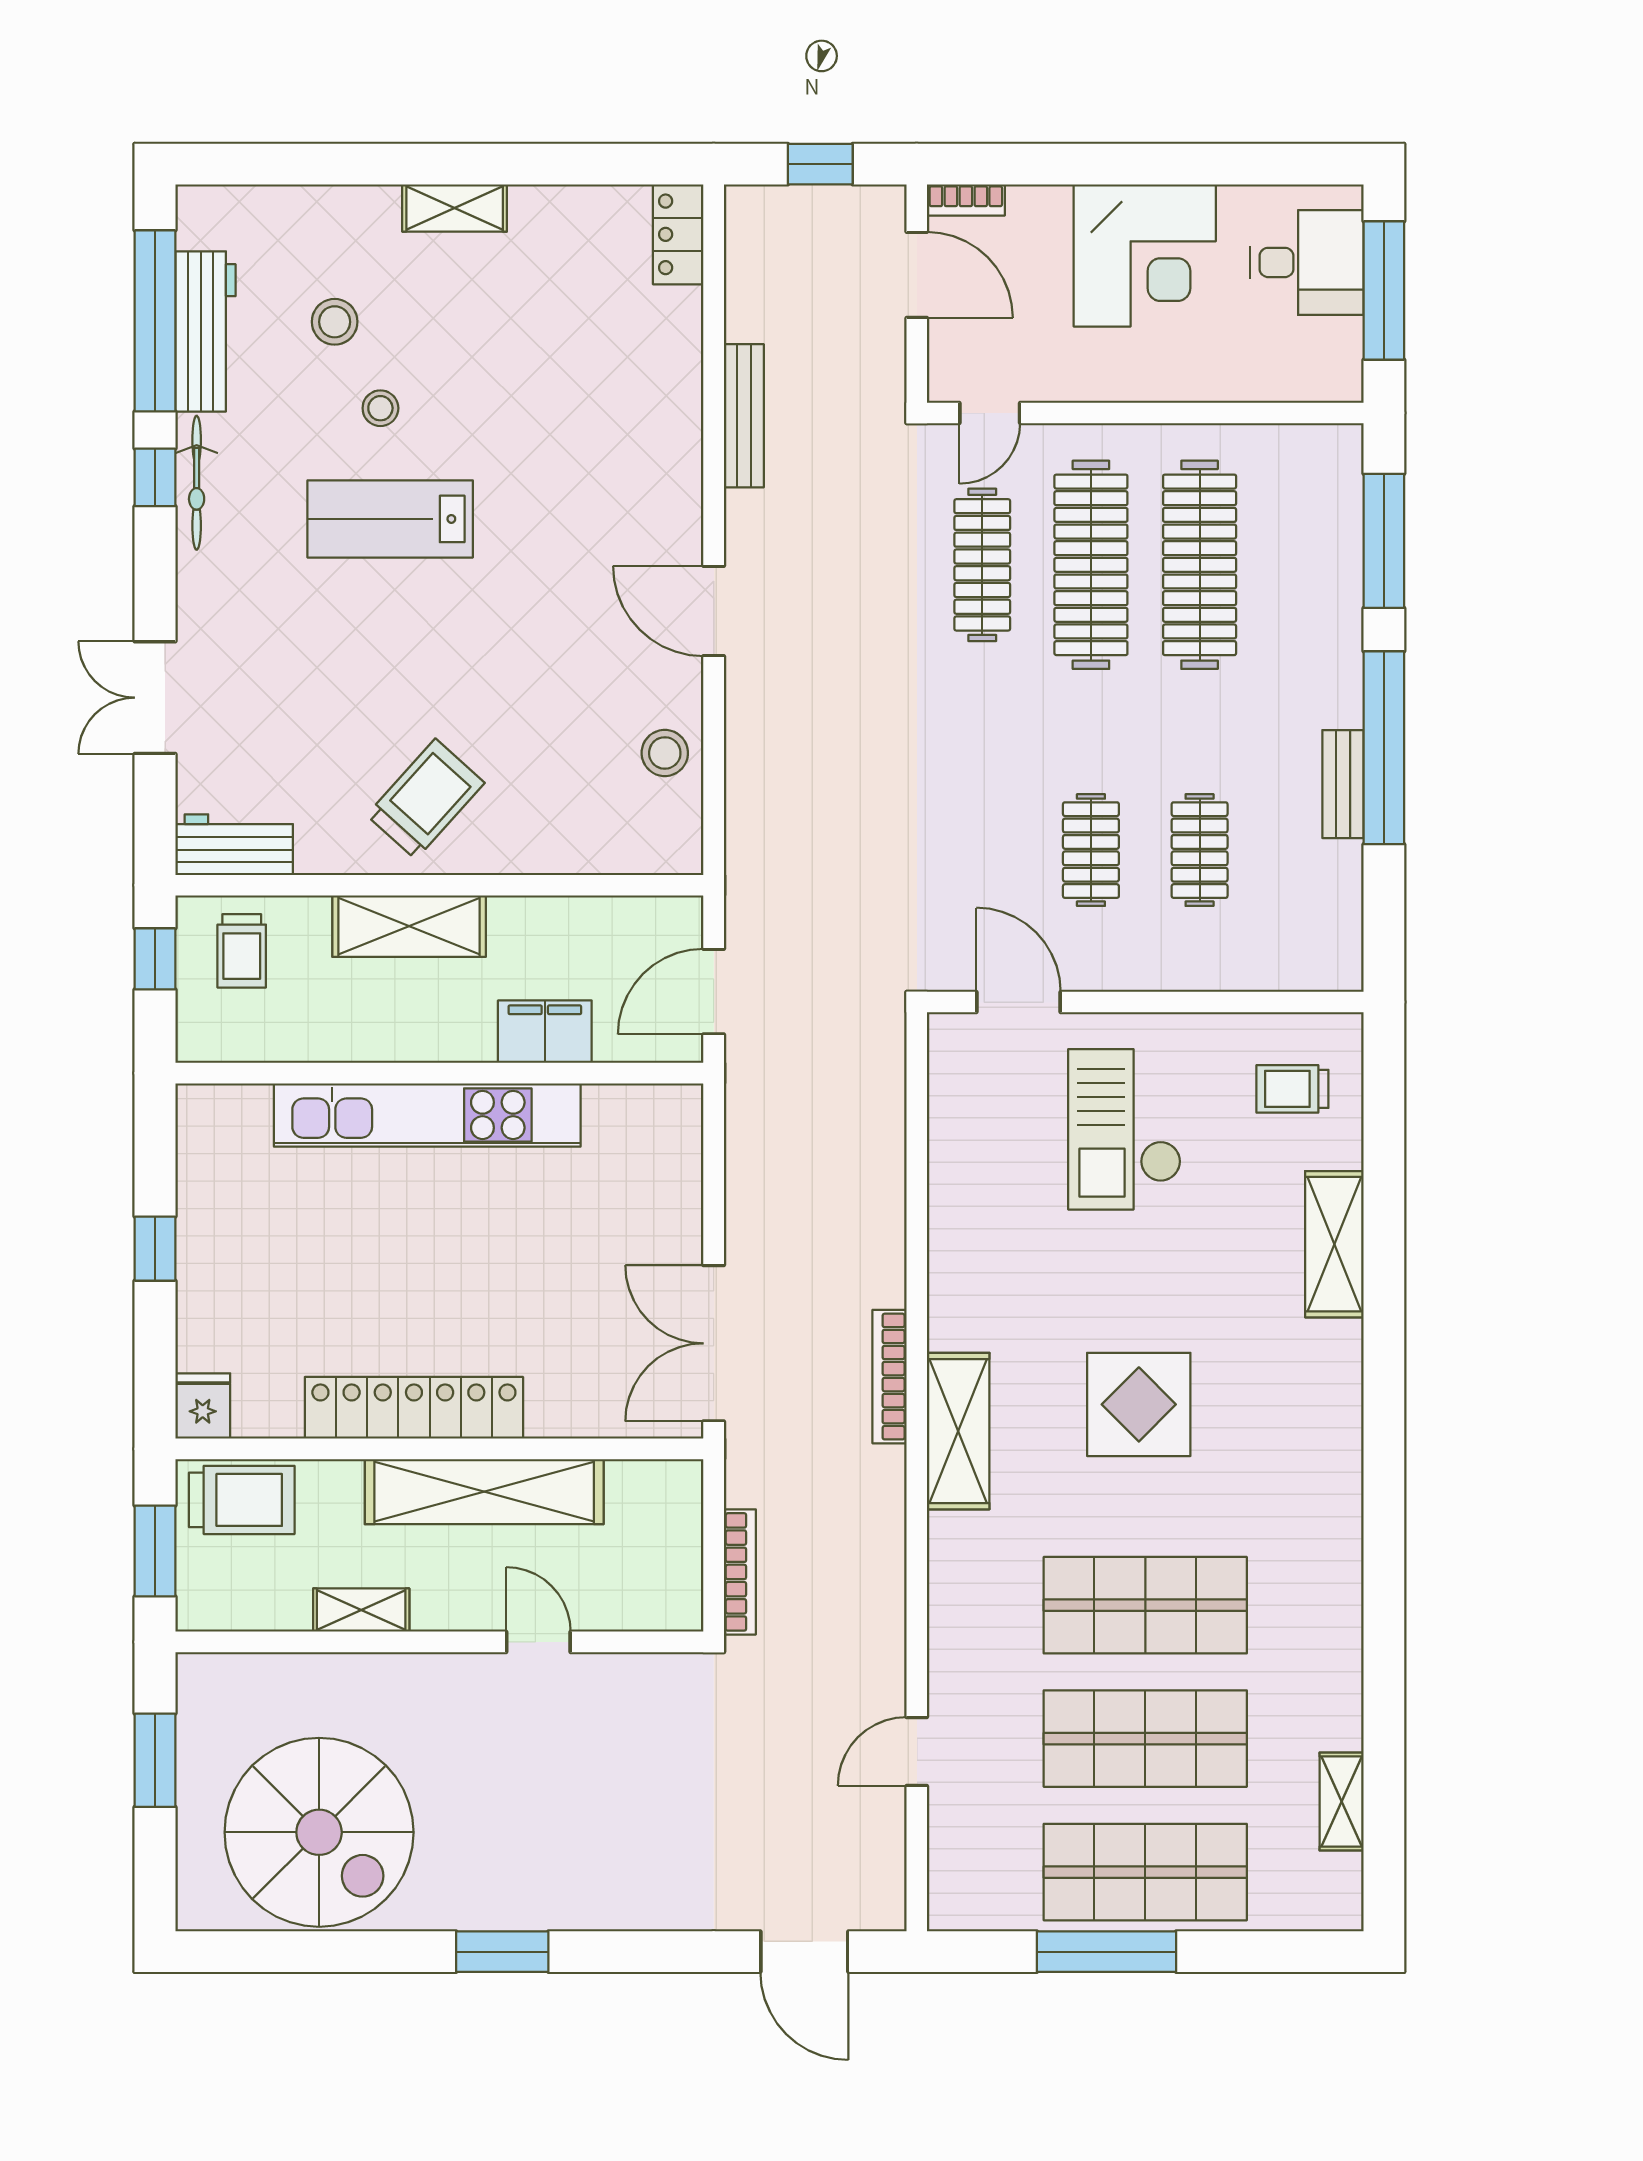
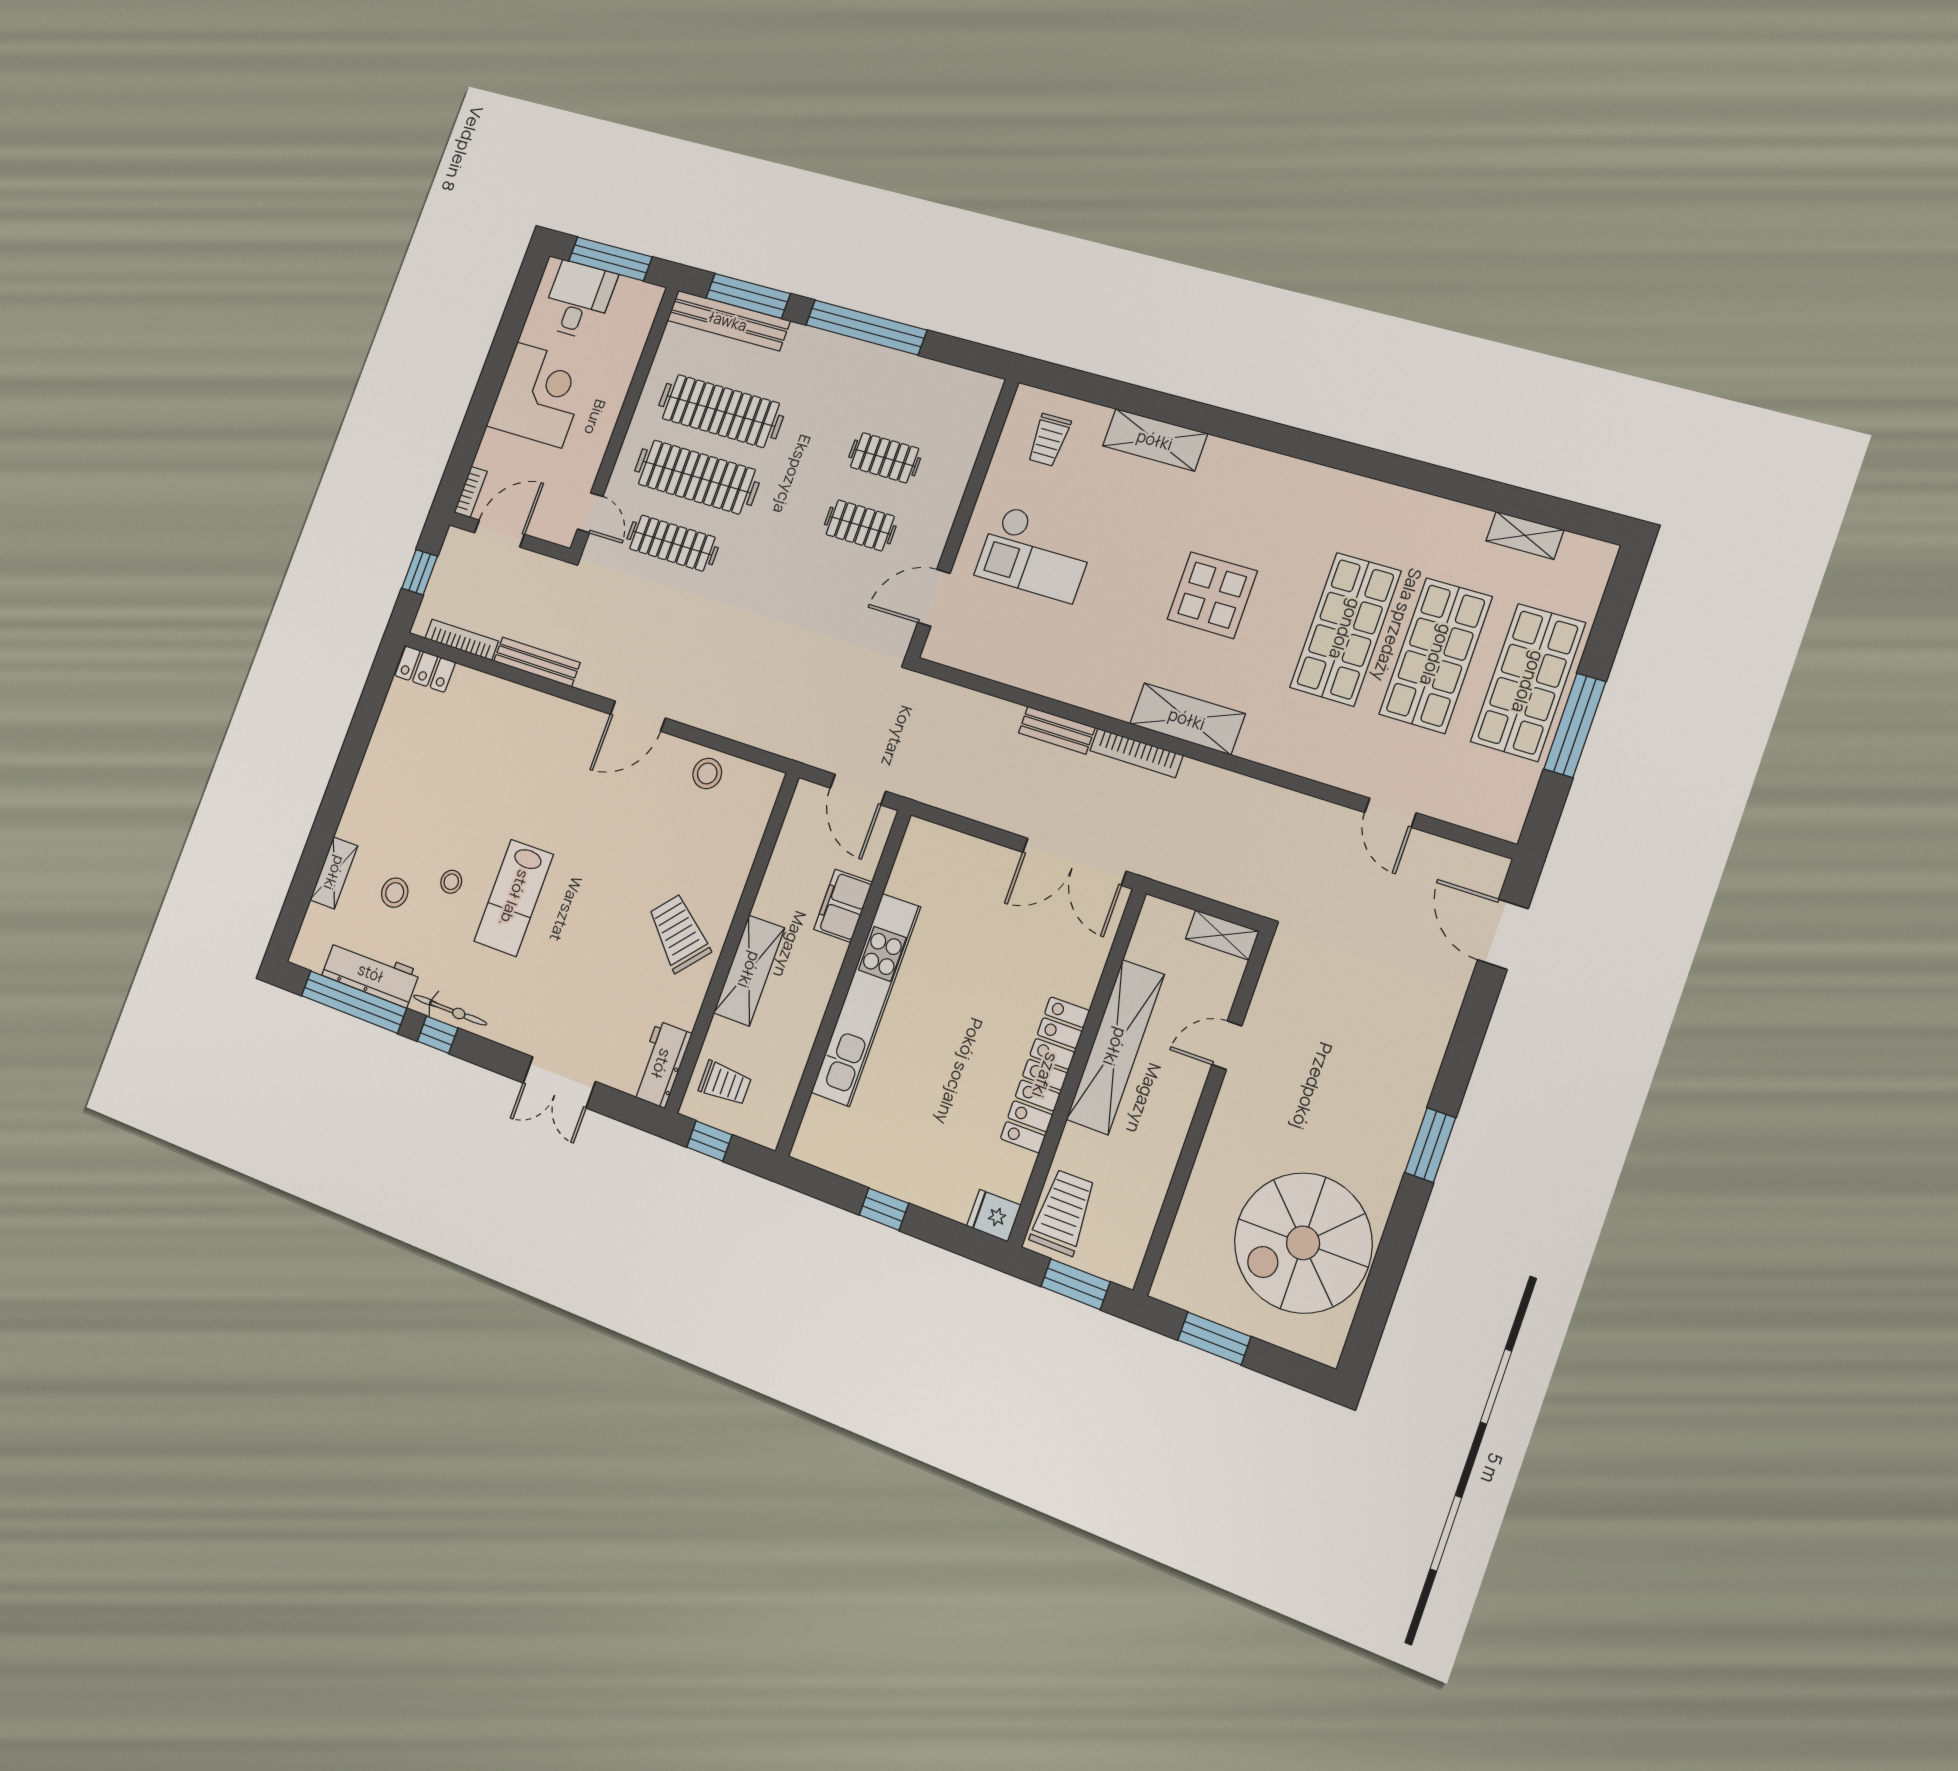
shelving: (455, 208) -> (334, 873), moved
bench: (1343, 784) -> (728, 321), moved, width x1.86, depth x1.21
bench: (886, 1252) -> (1057, 730), added
bookcase: (740, 1572) -> (462, 640), moved
shelving: (361, 1610) -> (1222, 935), moved, turned 90
spiral stairs: (319, 1832) -> (1303, 1243), turned 180
door: (804, 1952) -> (1503, 934), swing flipped

